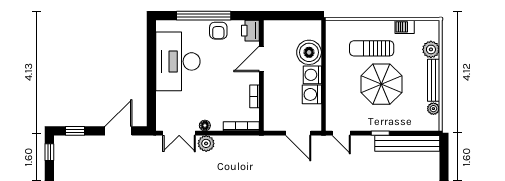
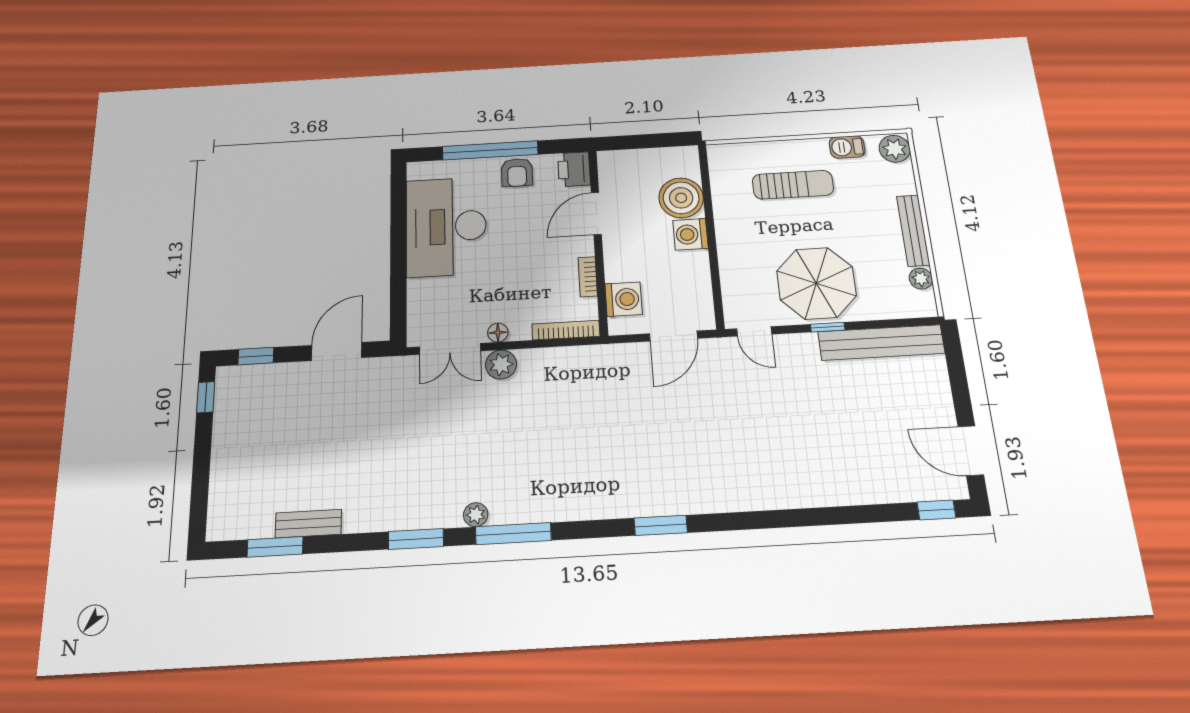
sun lounger: (372, 48) -> (793, 185), turned 180
plant: (431, 49) -> (895, 149), moved
parasol: (381, 84) -> (816, 283), moved
washing machine: (312, 94) -> (624, 299), moved, turned 180
door: (298, 133) -> (673, 336), hinge flipped

